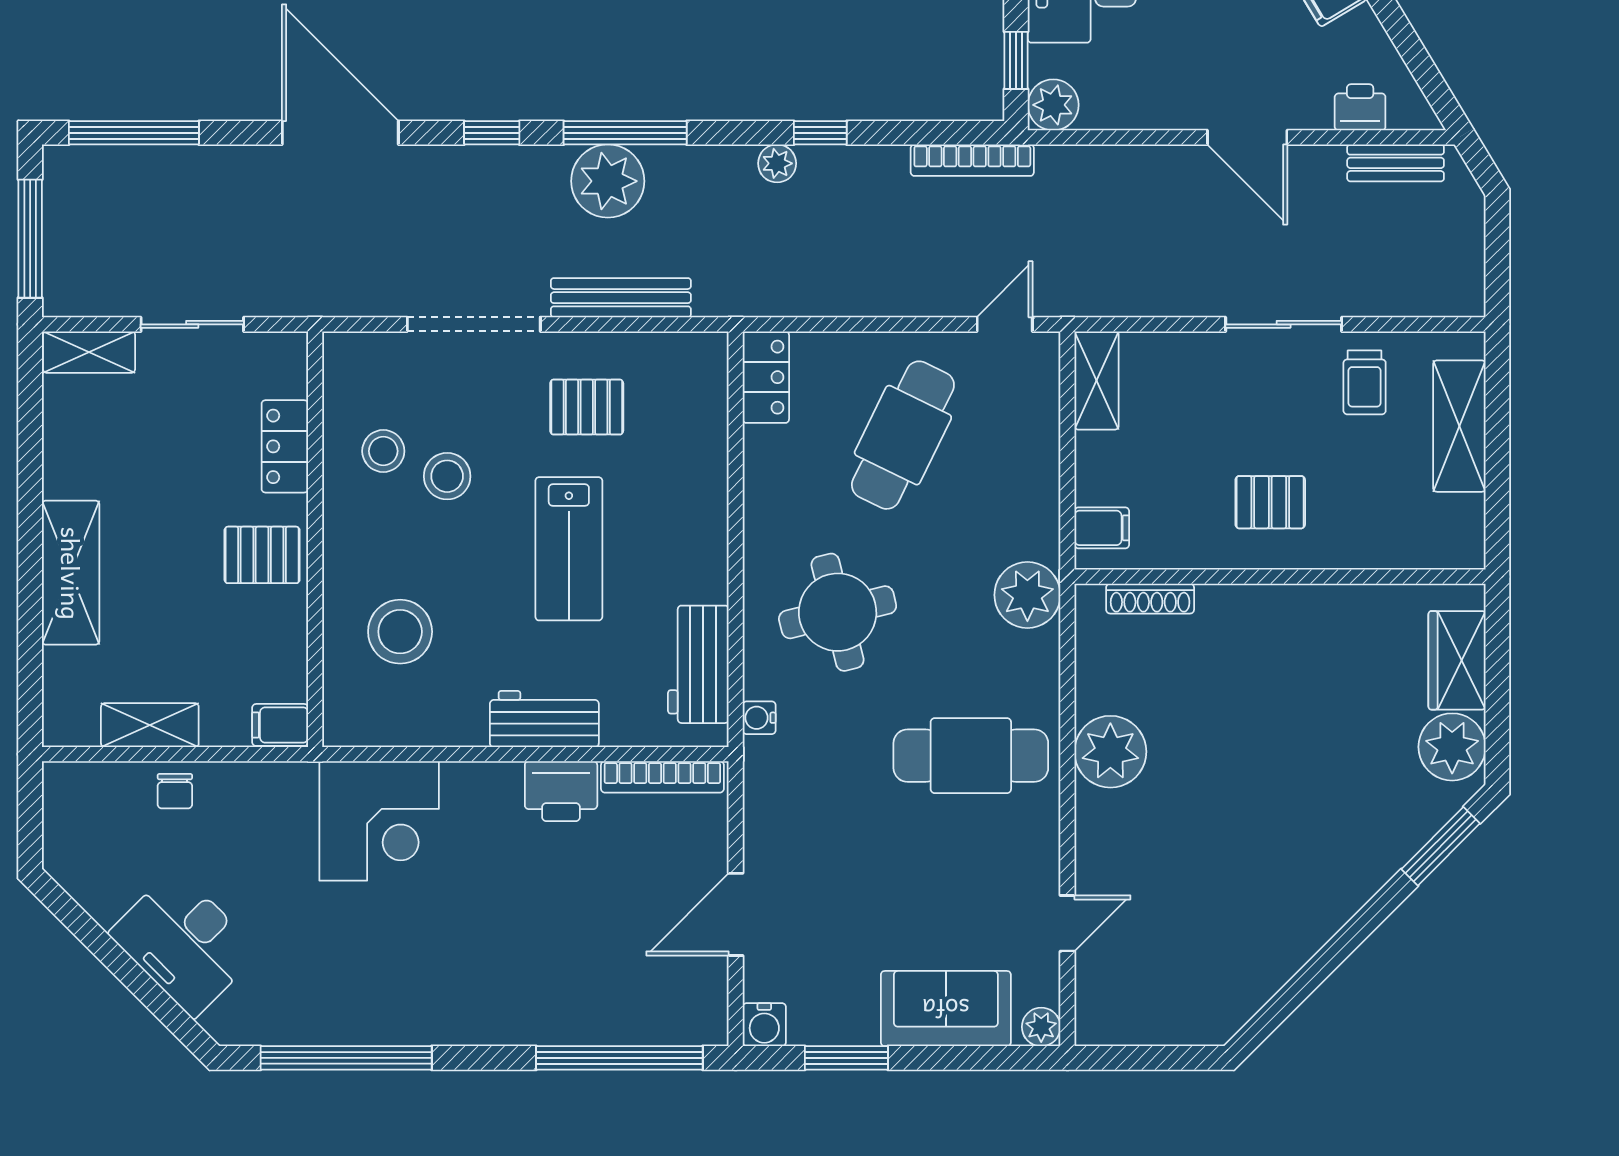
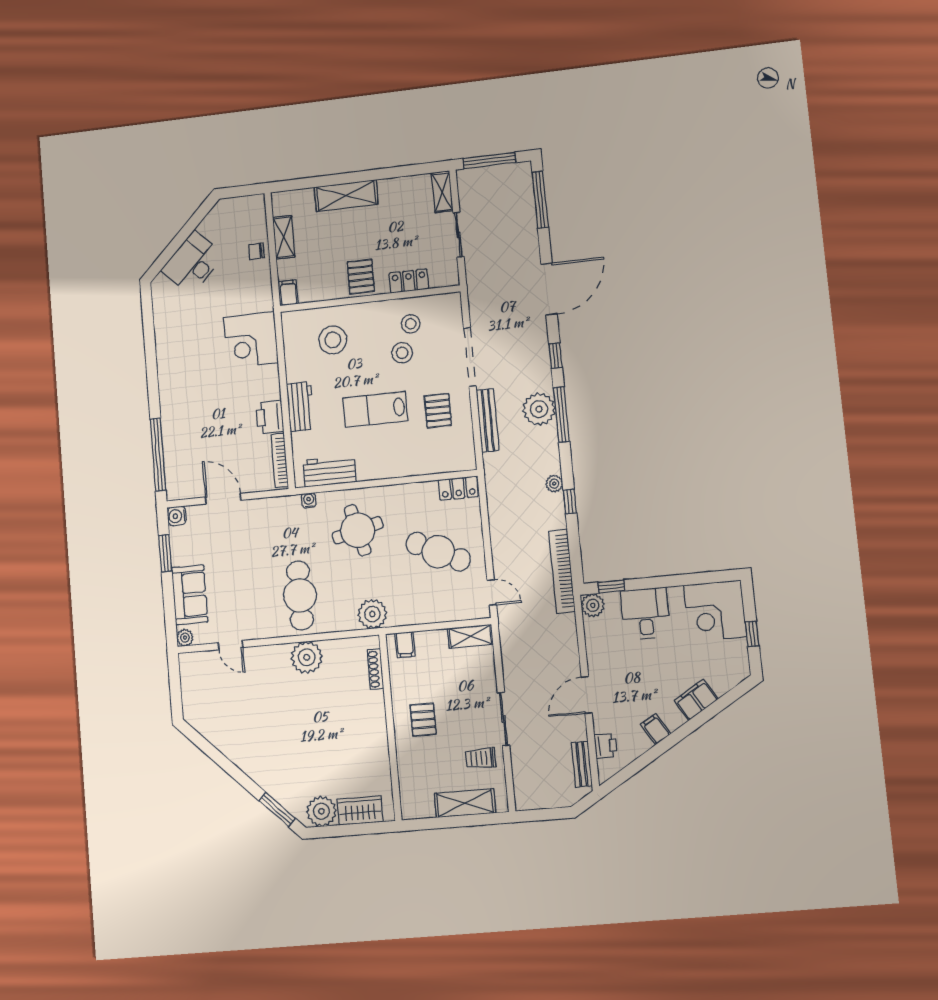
bookcase: (972, 160) -> (562, 571), width x1.48, depth x1.31
window: (346, 1058) -> (149, 337), removed

